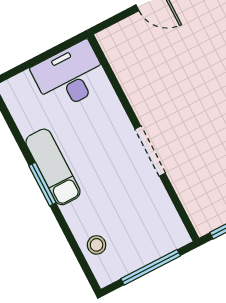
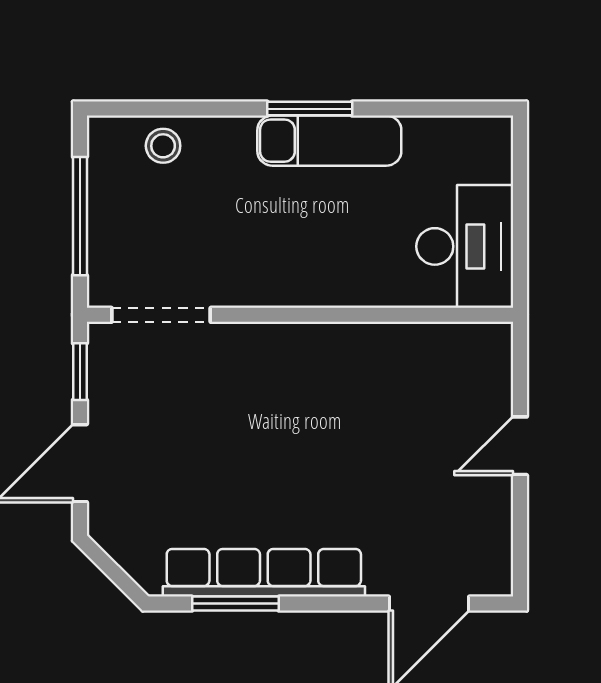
doorway: (150, 151) -> (161, 315), moved

